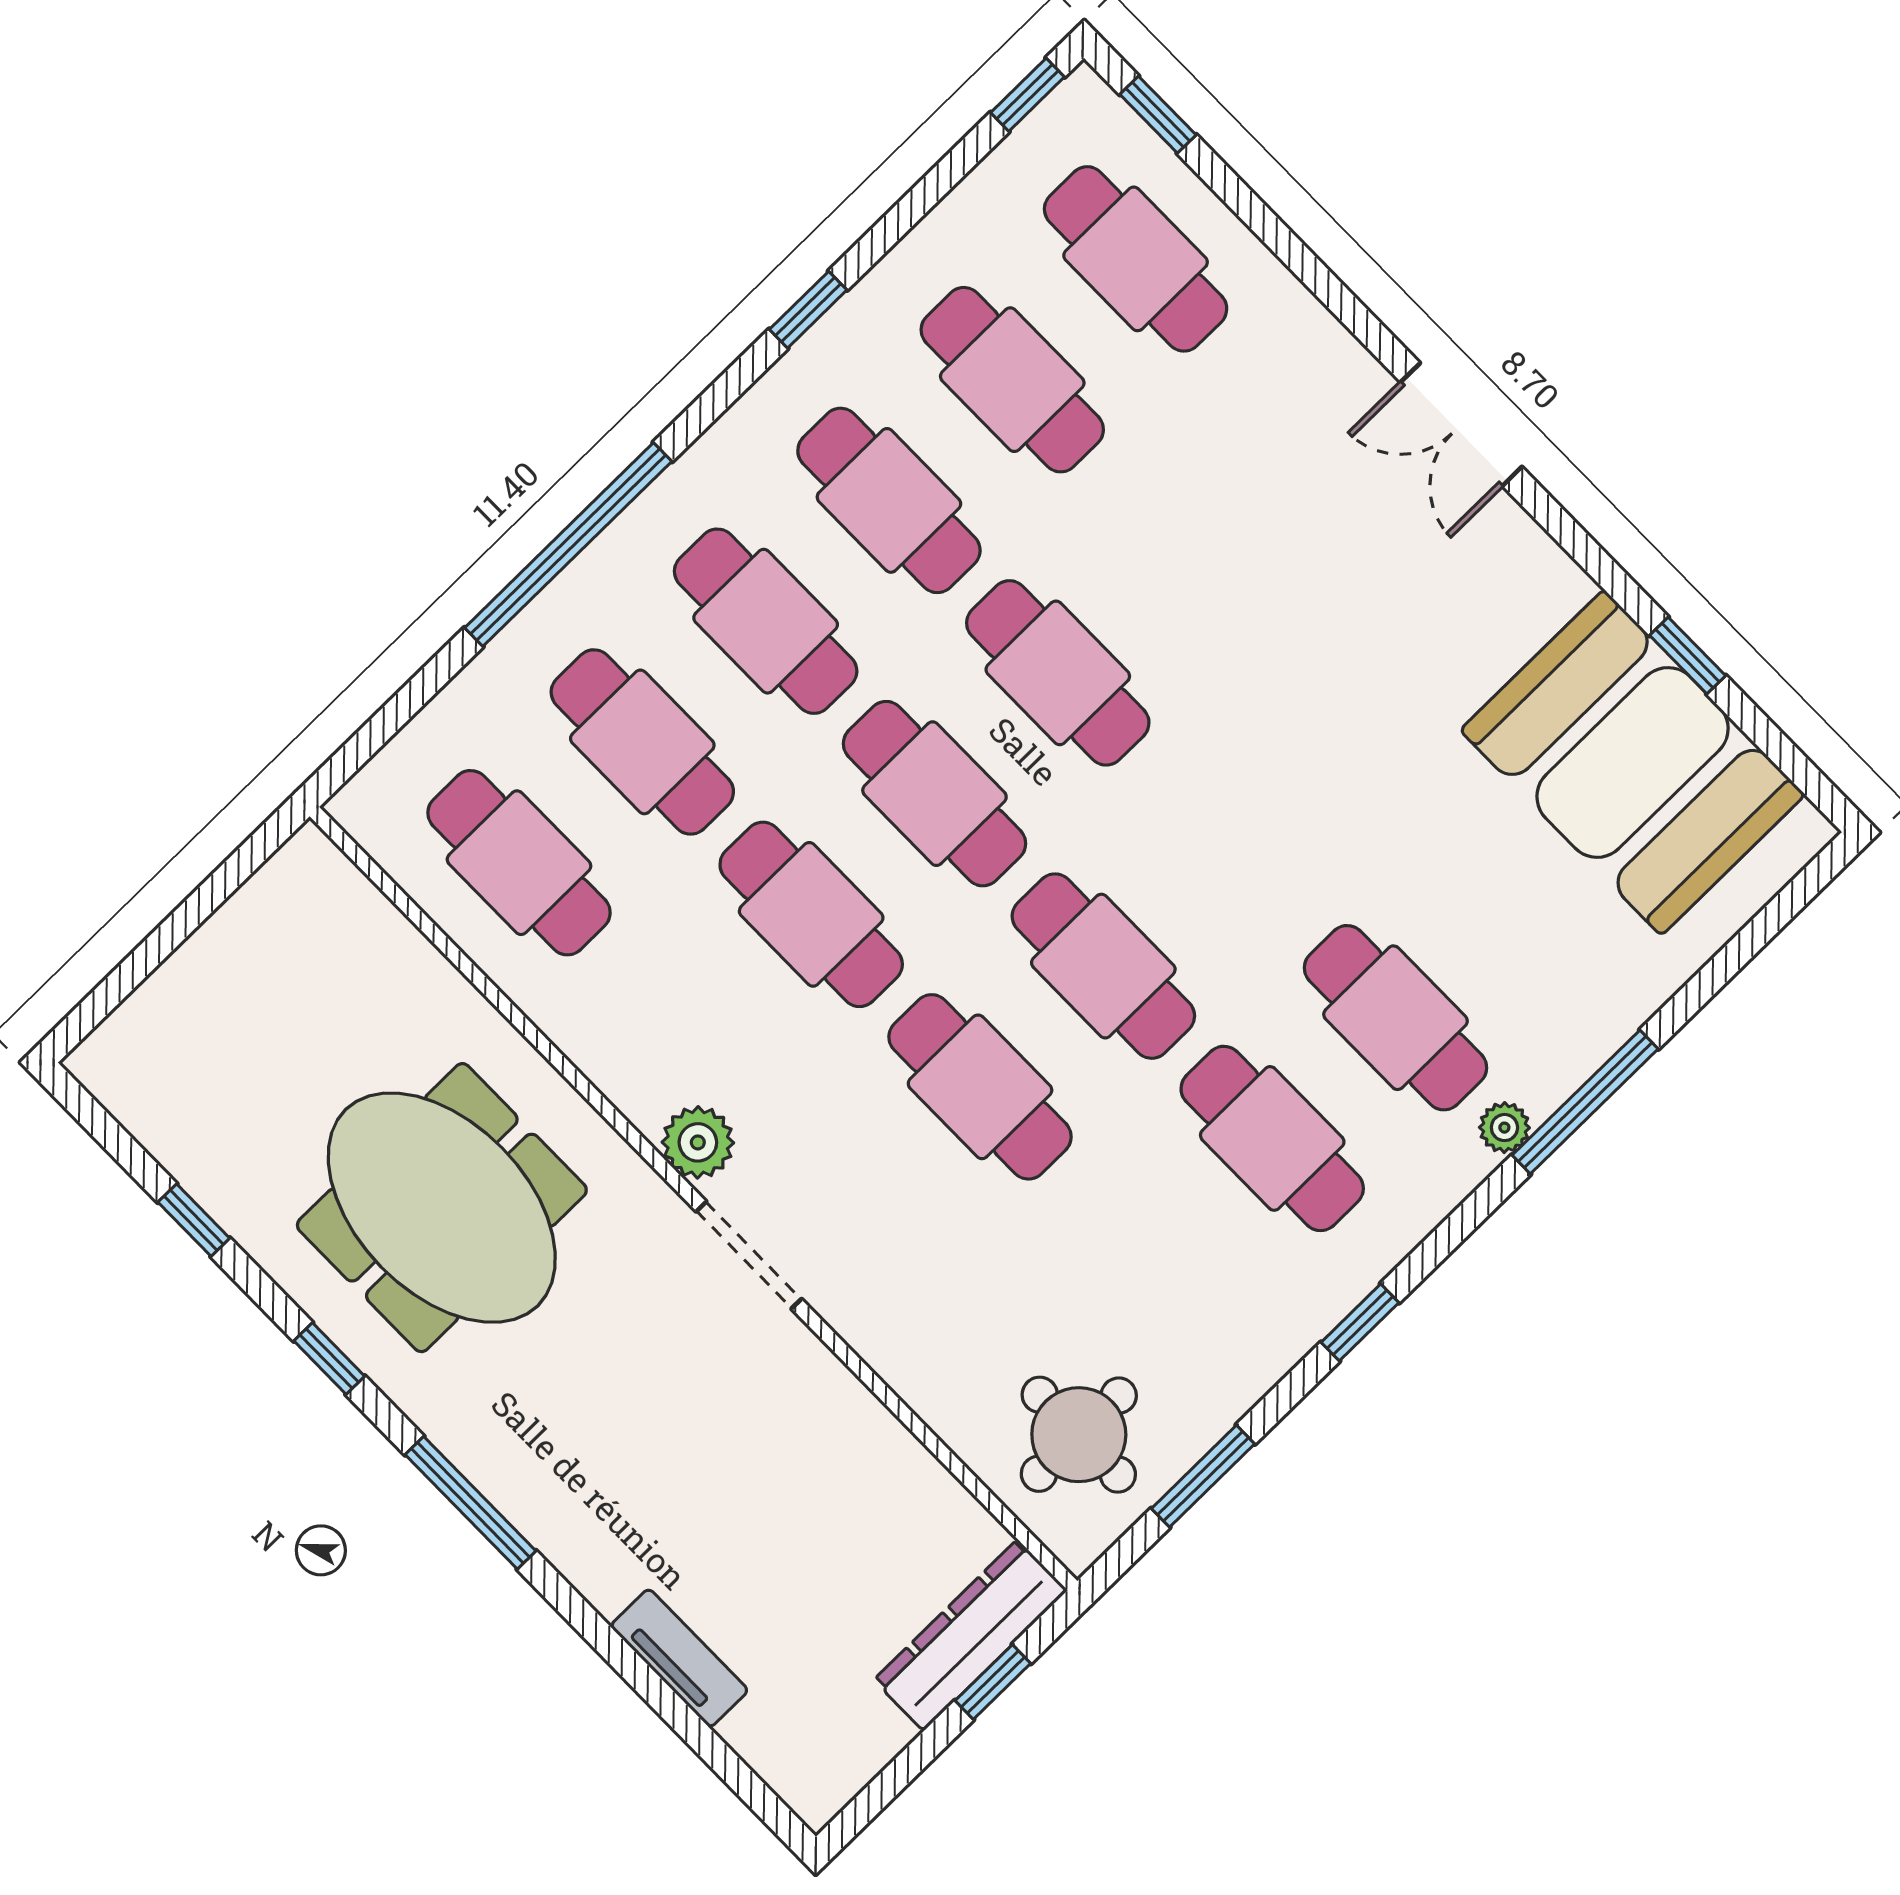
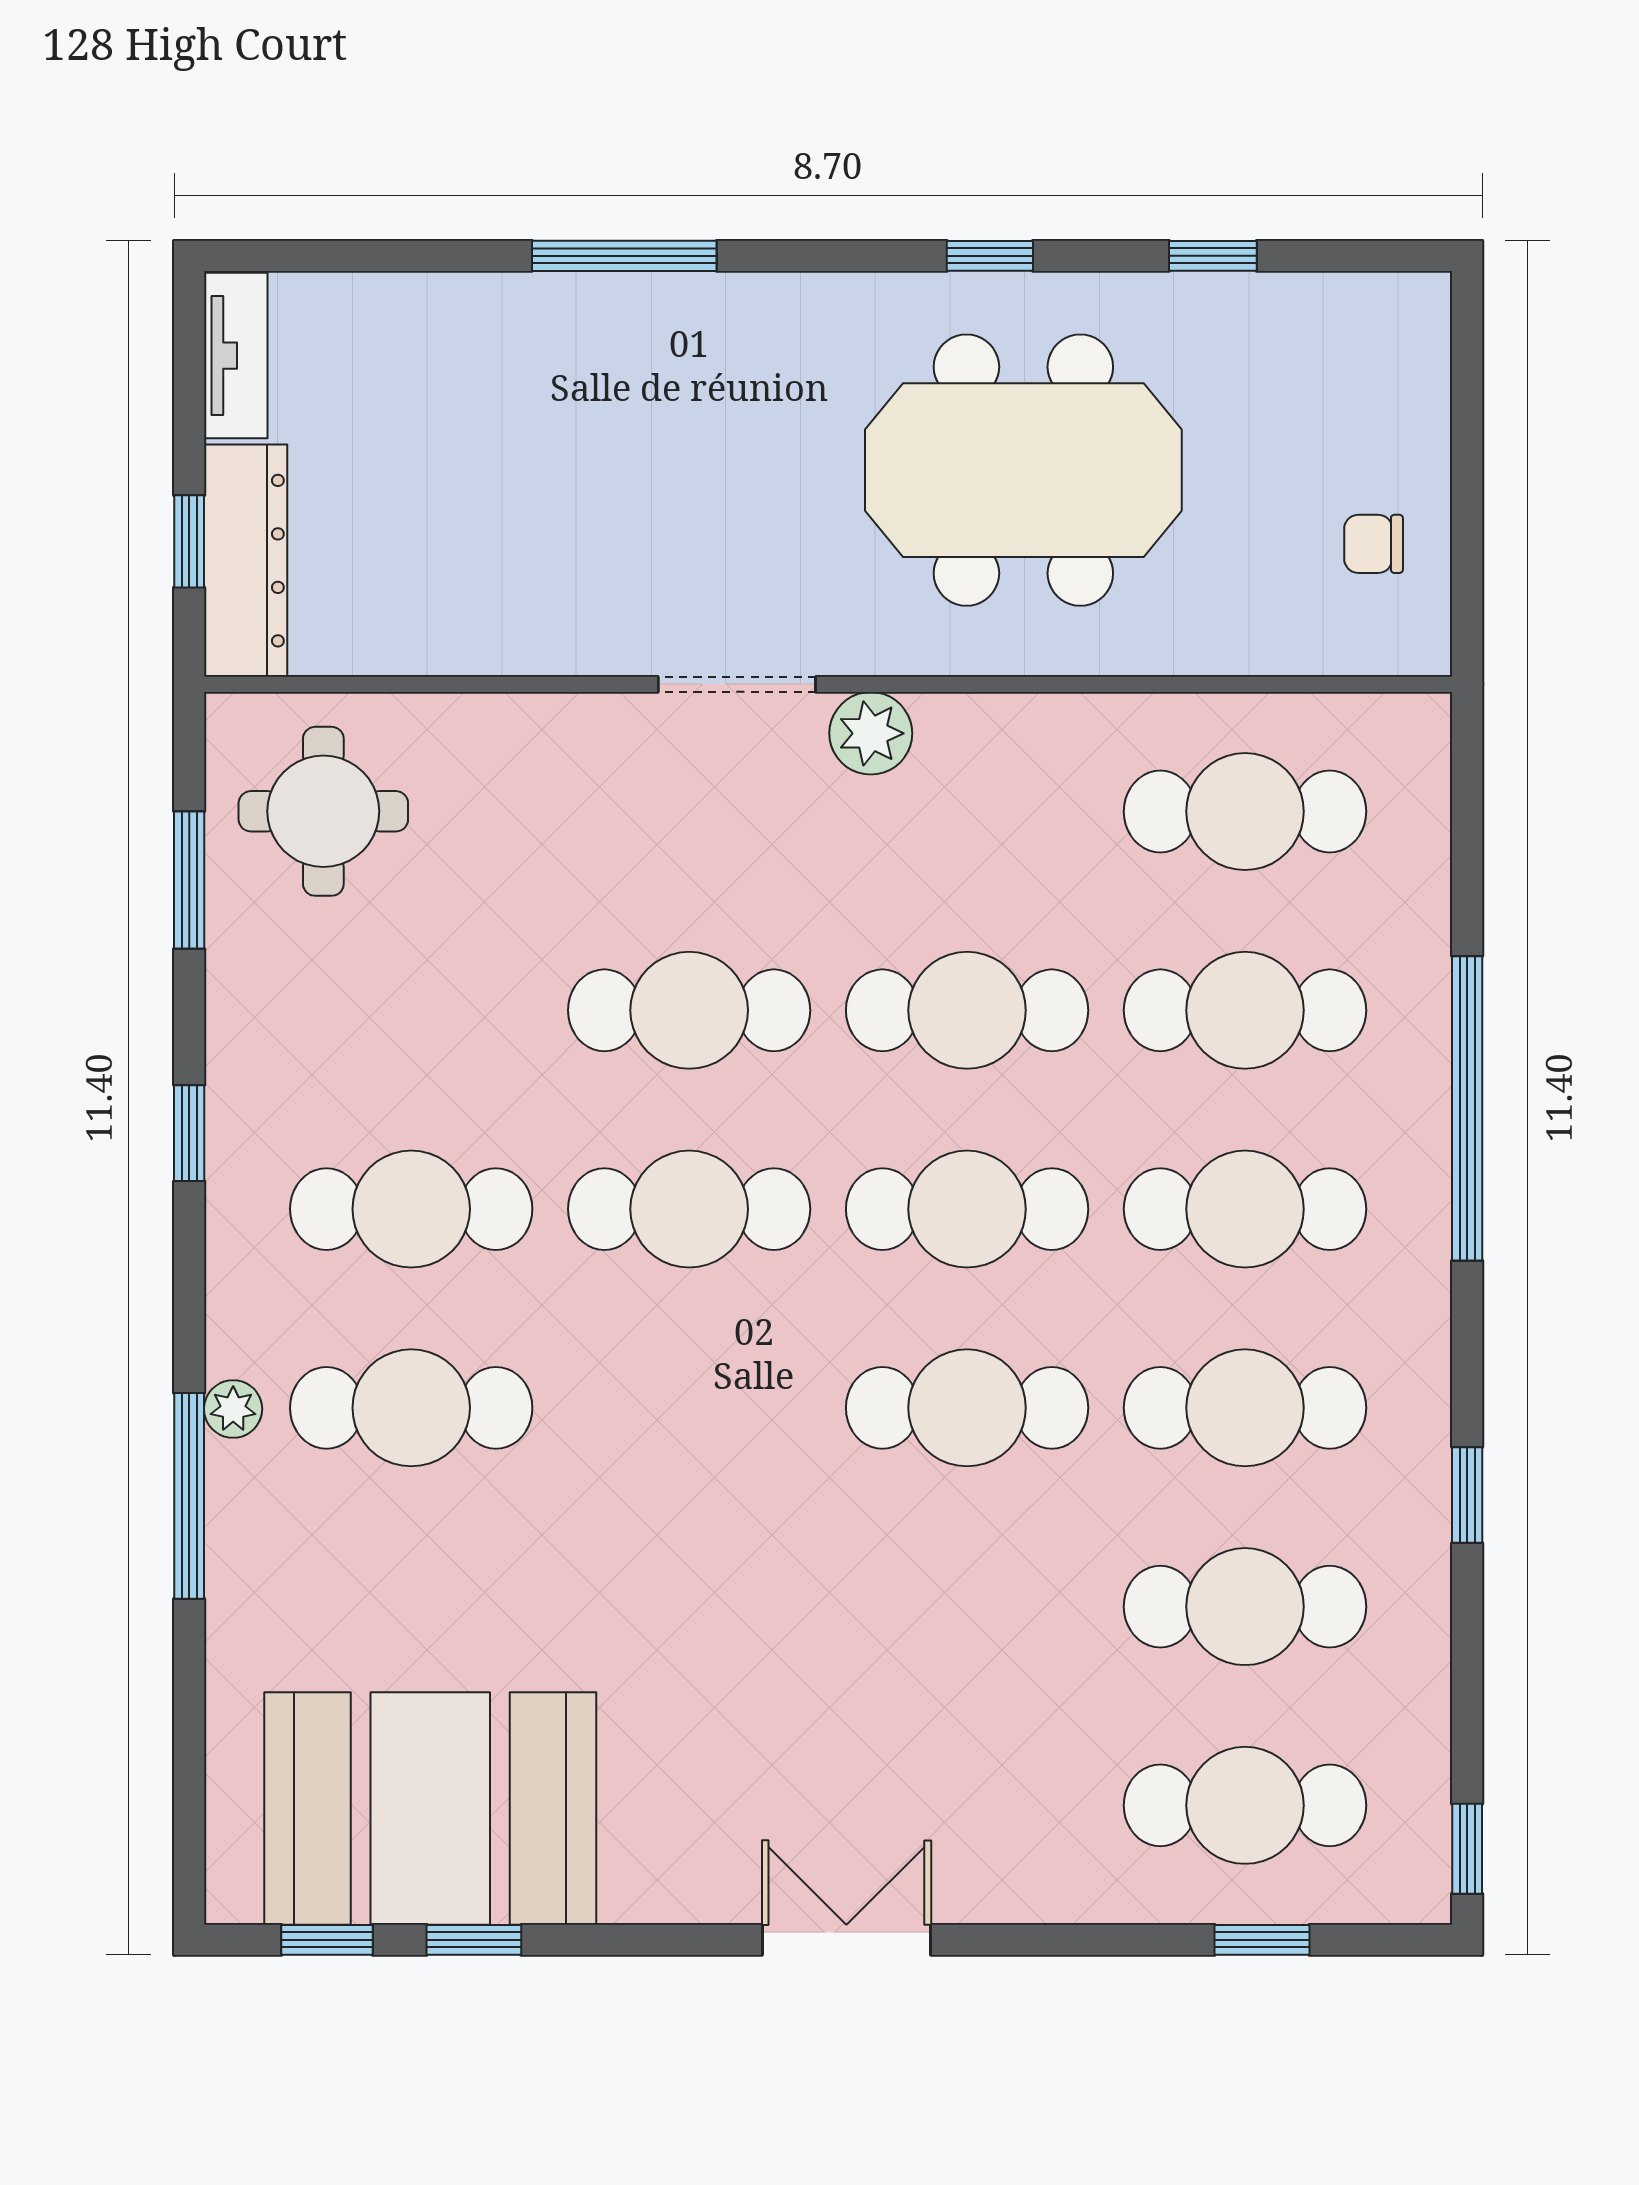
window: (1158, 115) -> (1262, 1940), moved
window: (1777, 747) -> (327, 1940), added
chair: (275, 946) -> (1374, 544), added
window: (470, 1503) -> (624, 256), moved
tv unit: (679, 1658) -> (236, 356), moved, turned -90

